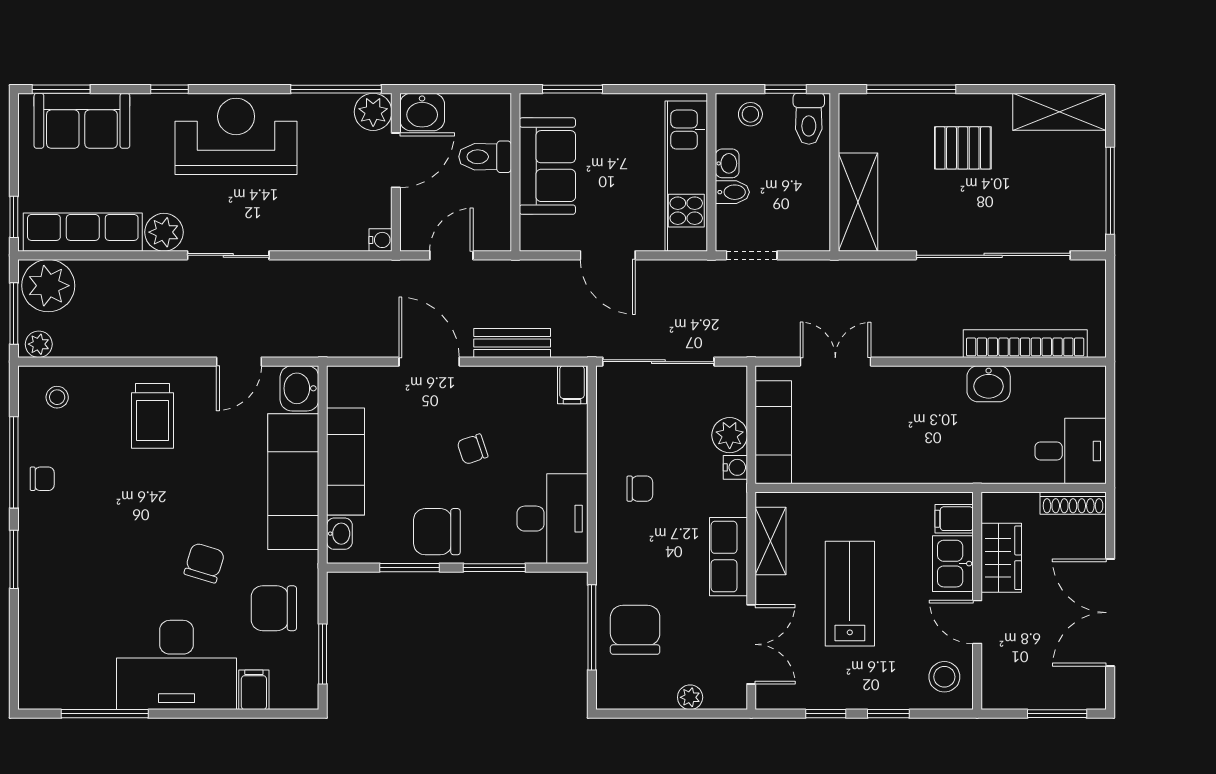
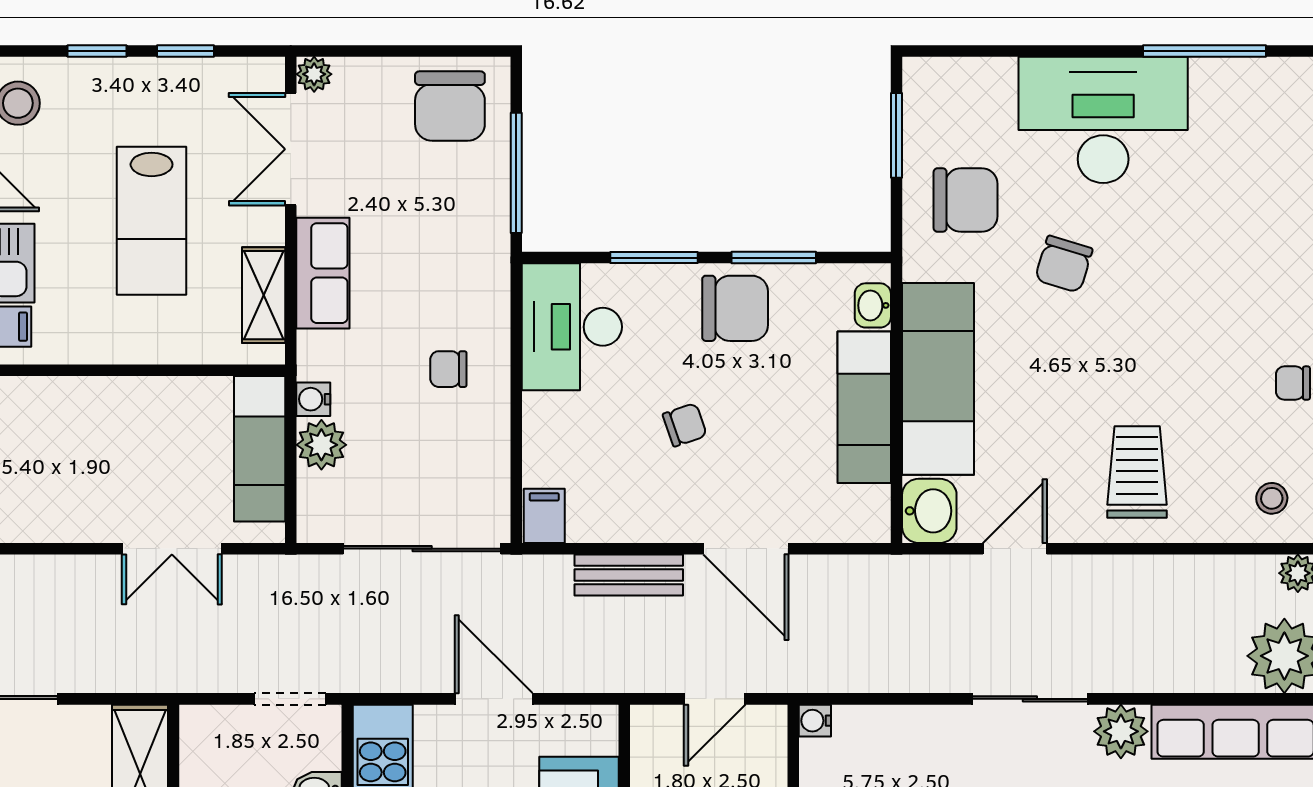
chair: (635, 630) -> (450, 106), moved
filing cabinet: (254, 690) -> (994, 85), removed
plant: (690, 697) -> (314, 74), moved

